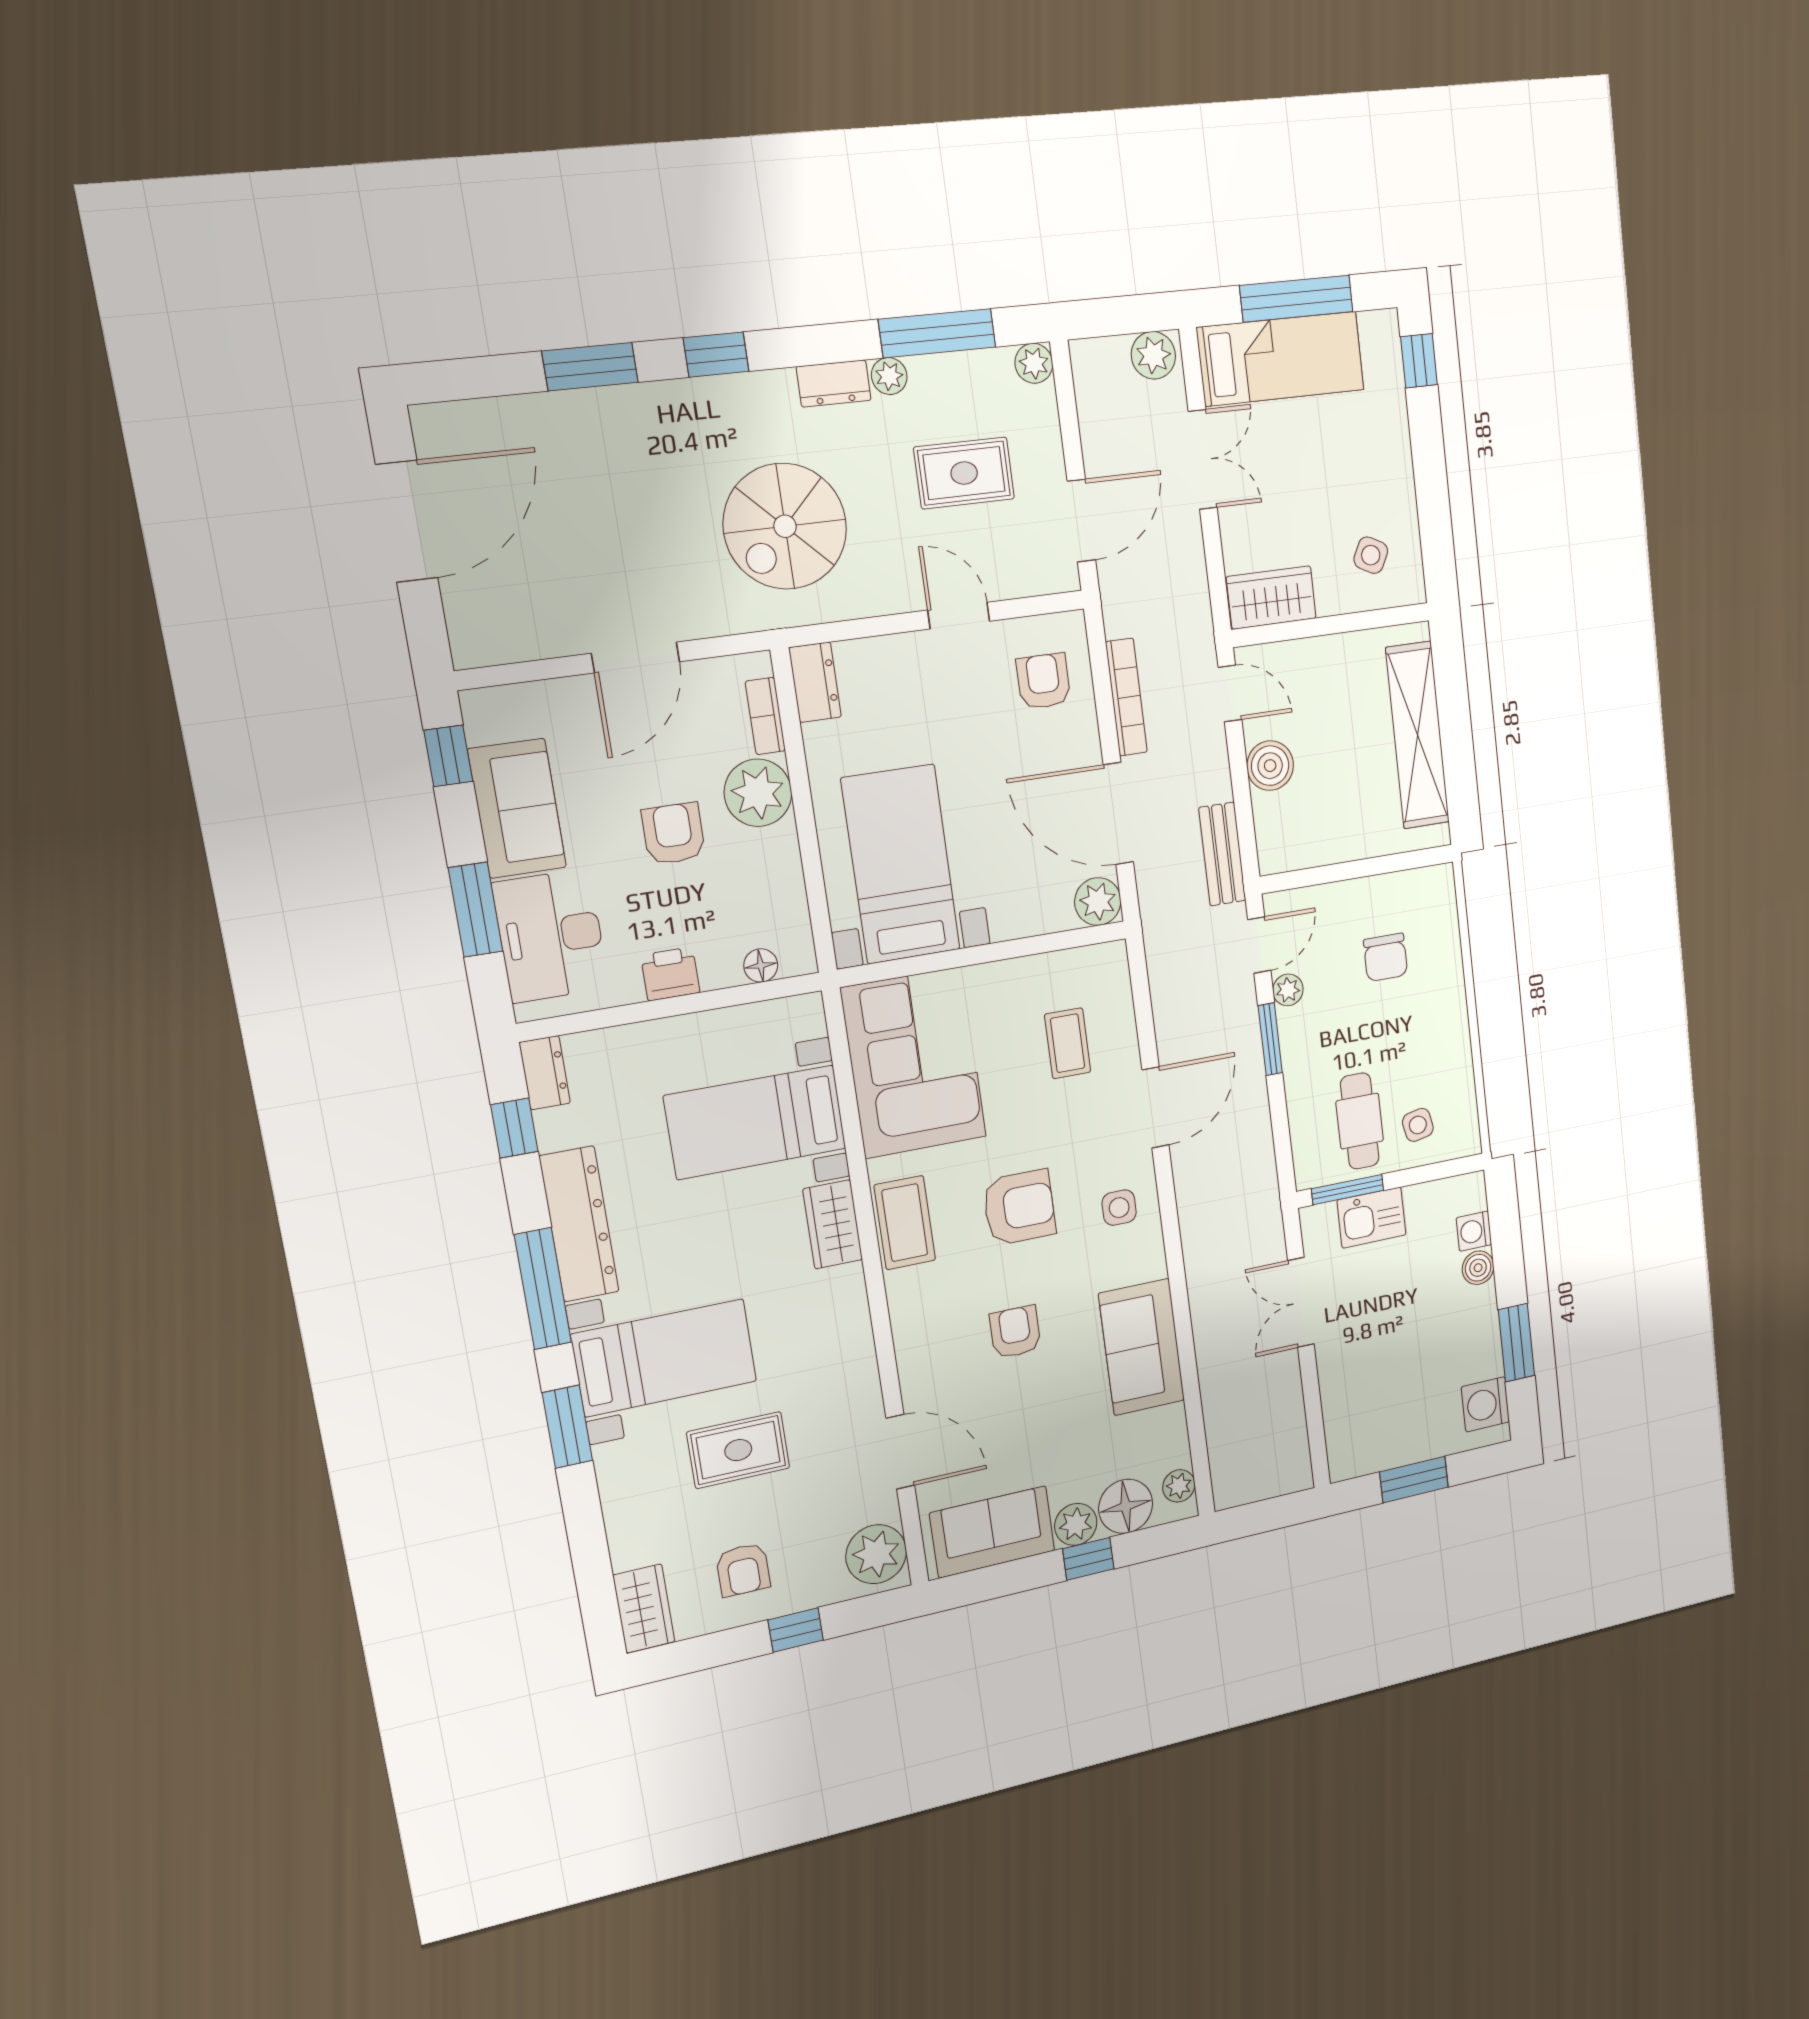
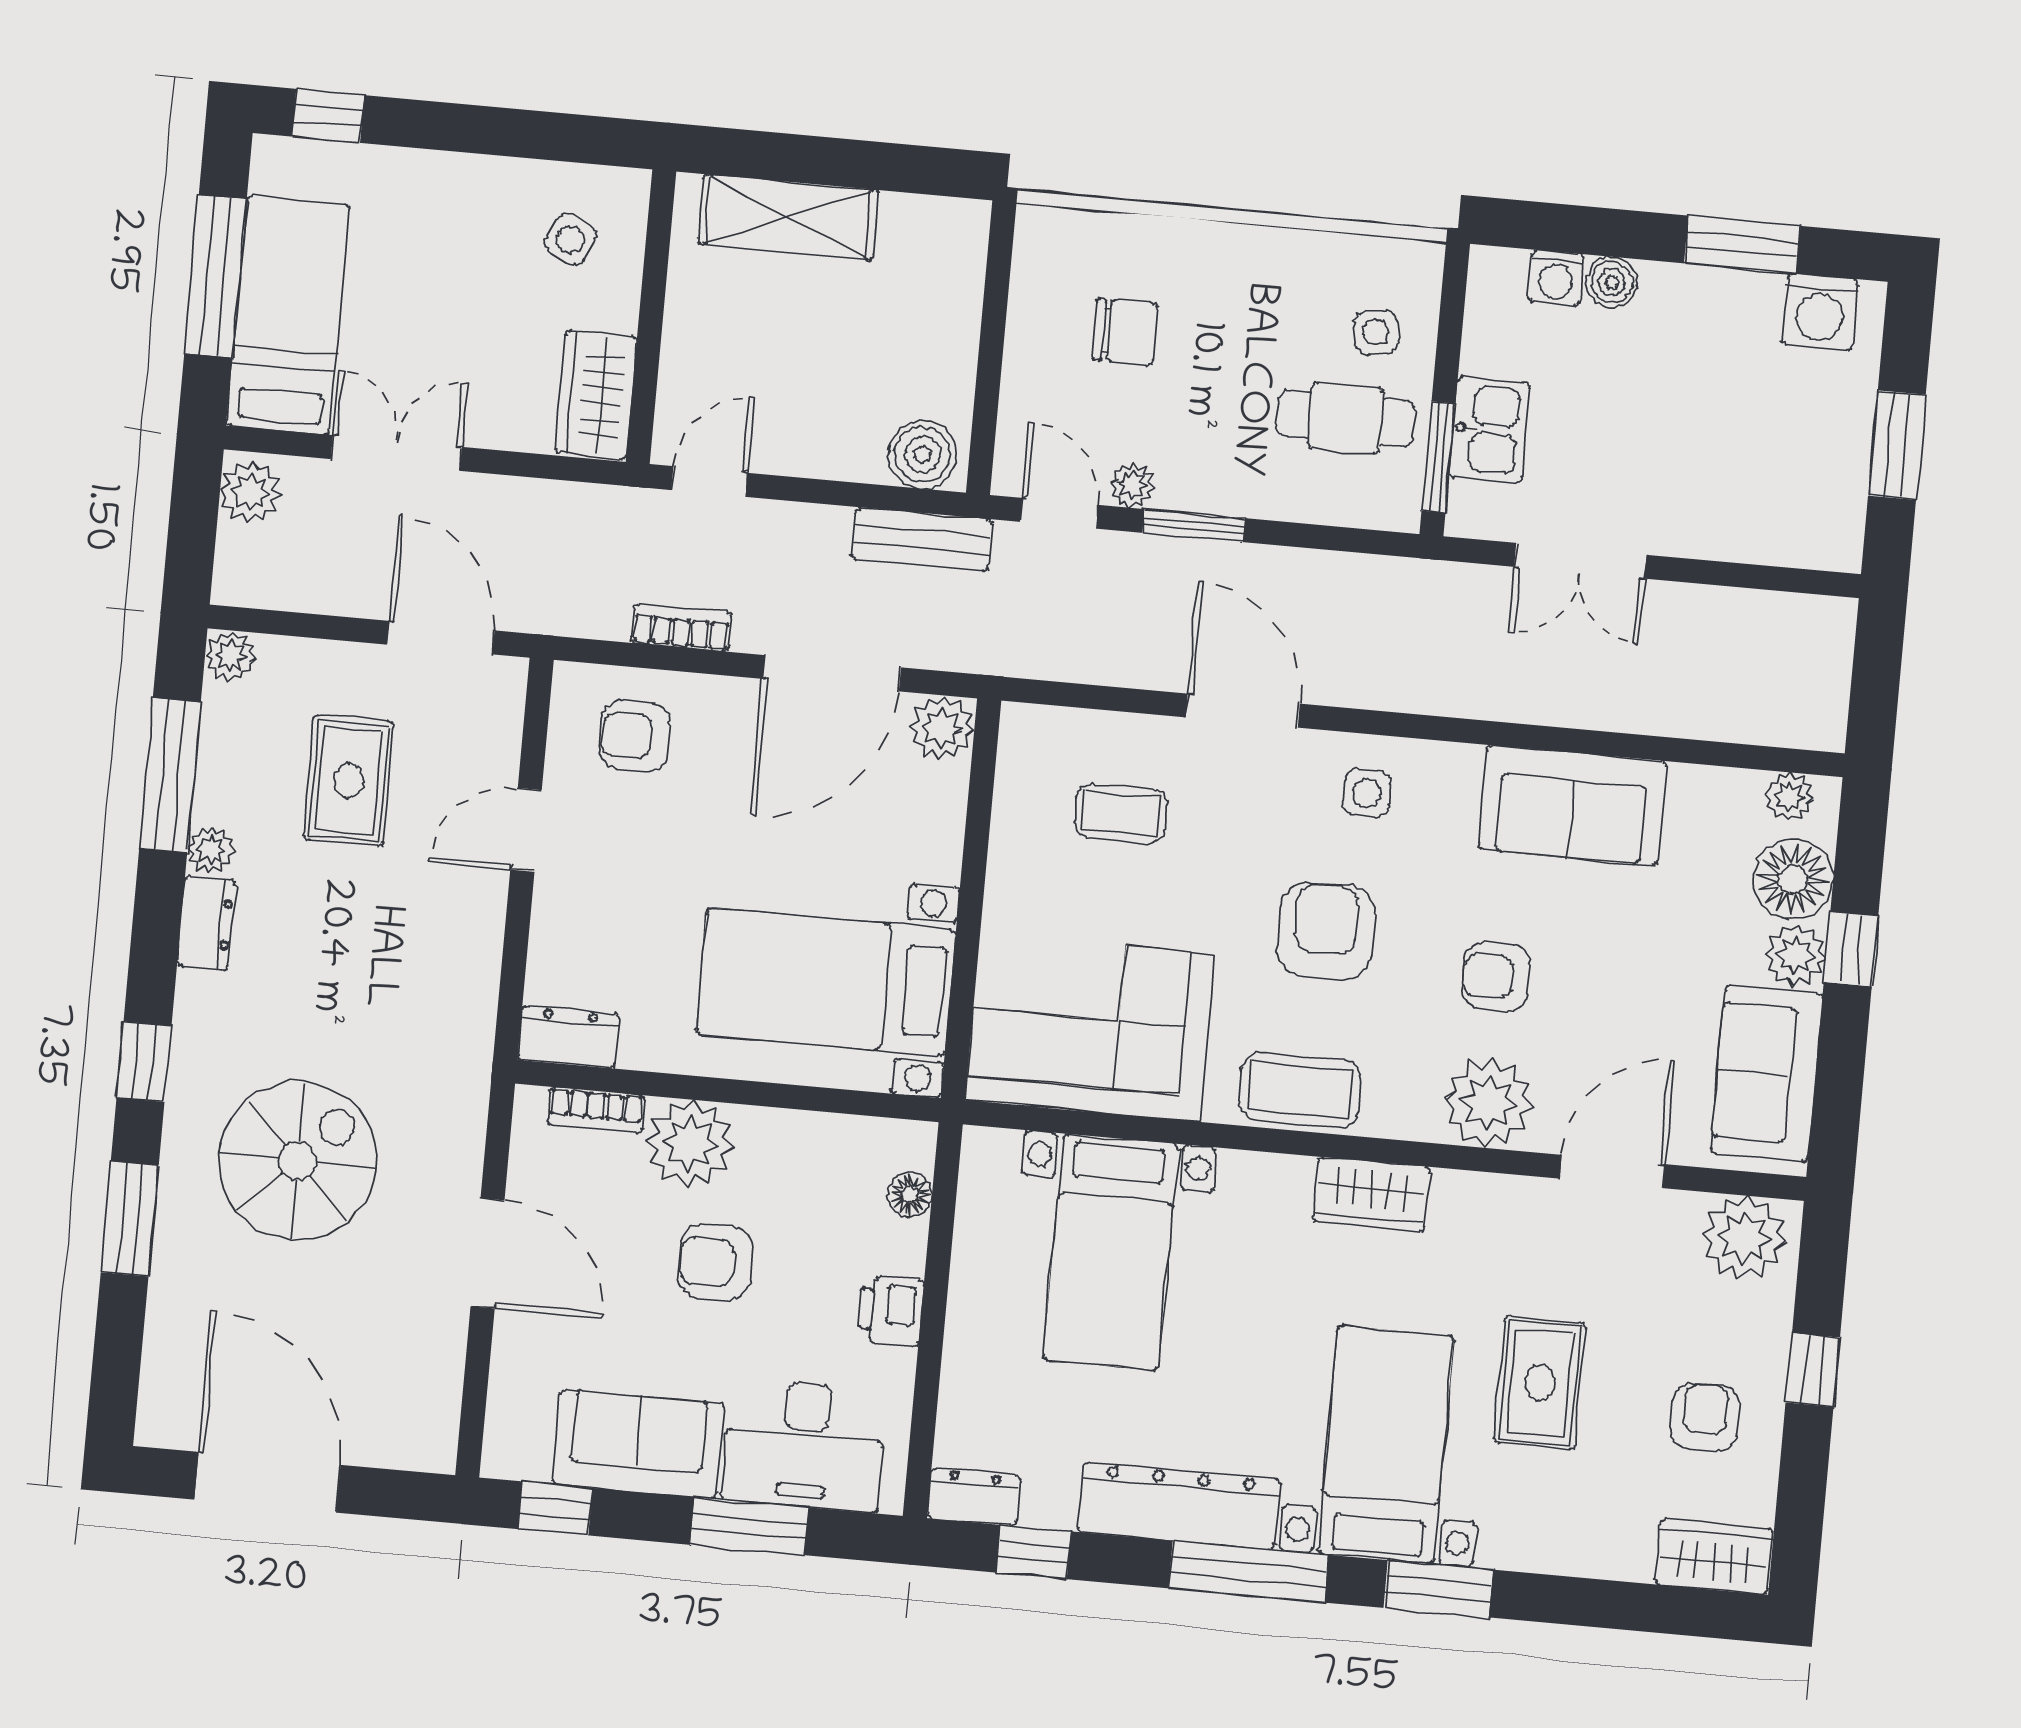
spiral stairs: (785, 526) -> (298, 1161), moved, turned -90
bookcase: (1126, 697) -> (681, 628), width x0.64
shelving: (1418, 735) -> (788, 217), width x0.68
boiler: (1270, 766) -> (923, 455), moved
wardrobe: (833, 1224) -> (1371, 1194), moved
plant: (927, 1354) -> (1488, 1103), added
armchair: (743, 1570) -> (1705, 1417), turned -90

